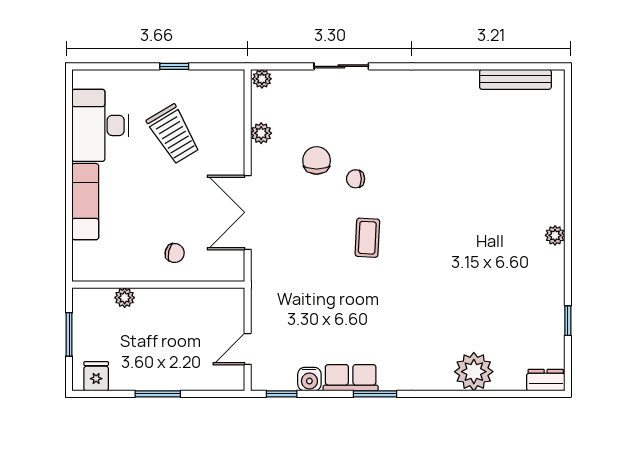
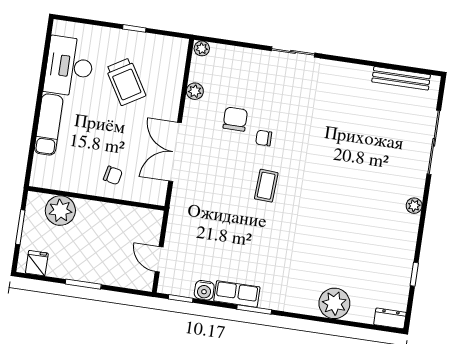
sliding door: (341, 66) -> (293, 52), moved
sliding door: (568, 153) -> (434, 142), added
plant: (125, 298) -> (60, 211), width x1.88, depth x1.88
door: (248, 349) -> (159, 259), hinge flipped

